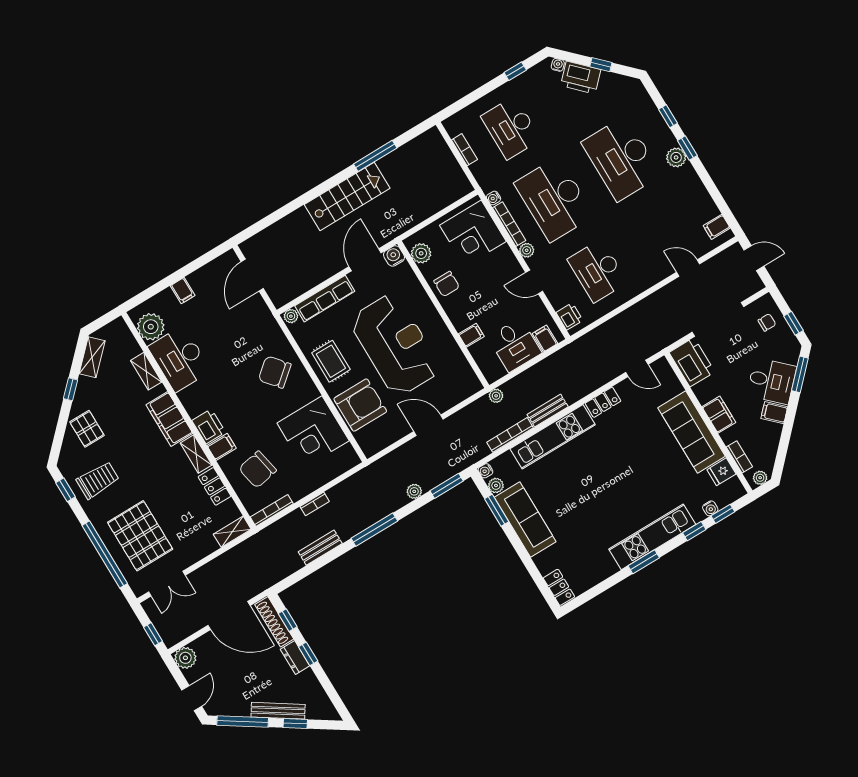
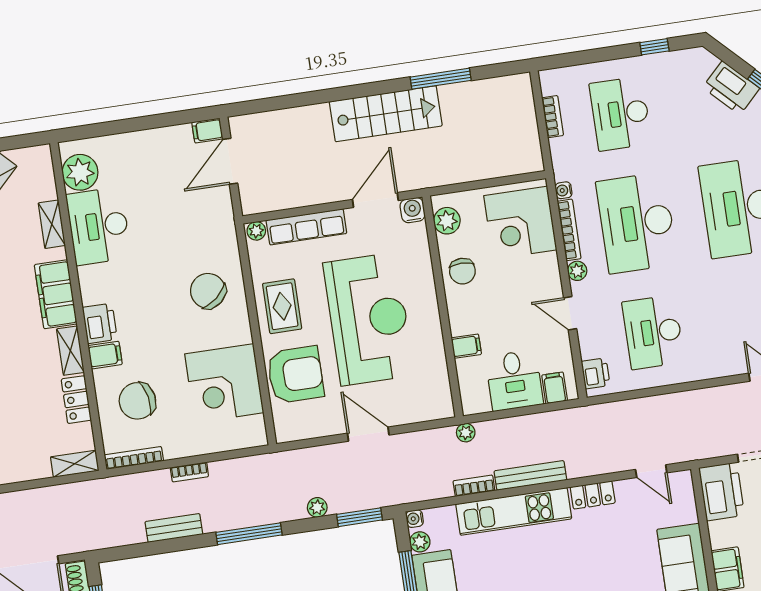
water cooler: (558, 65) -> (710, 61), removed
filing cabinet: (183, 291) -> (207, 131), moved, turned 90
bench: (548, 411) -> (530, 475), width x1.36
bookcase: (510, 435) -> (474, 486), width x0.64

